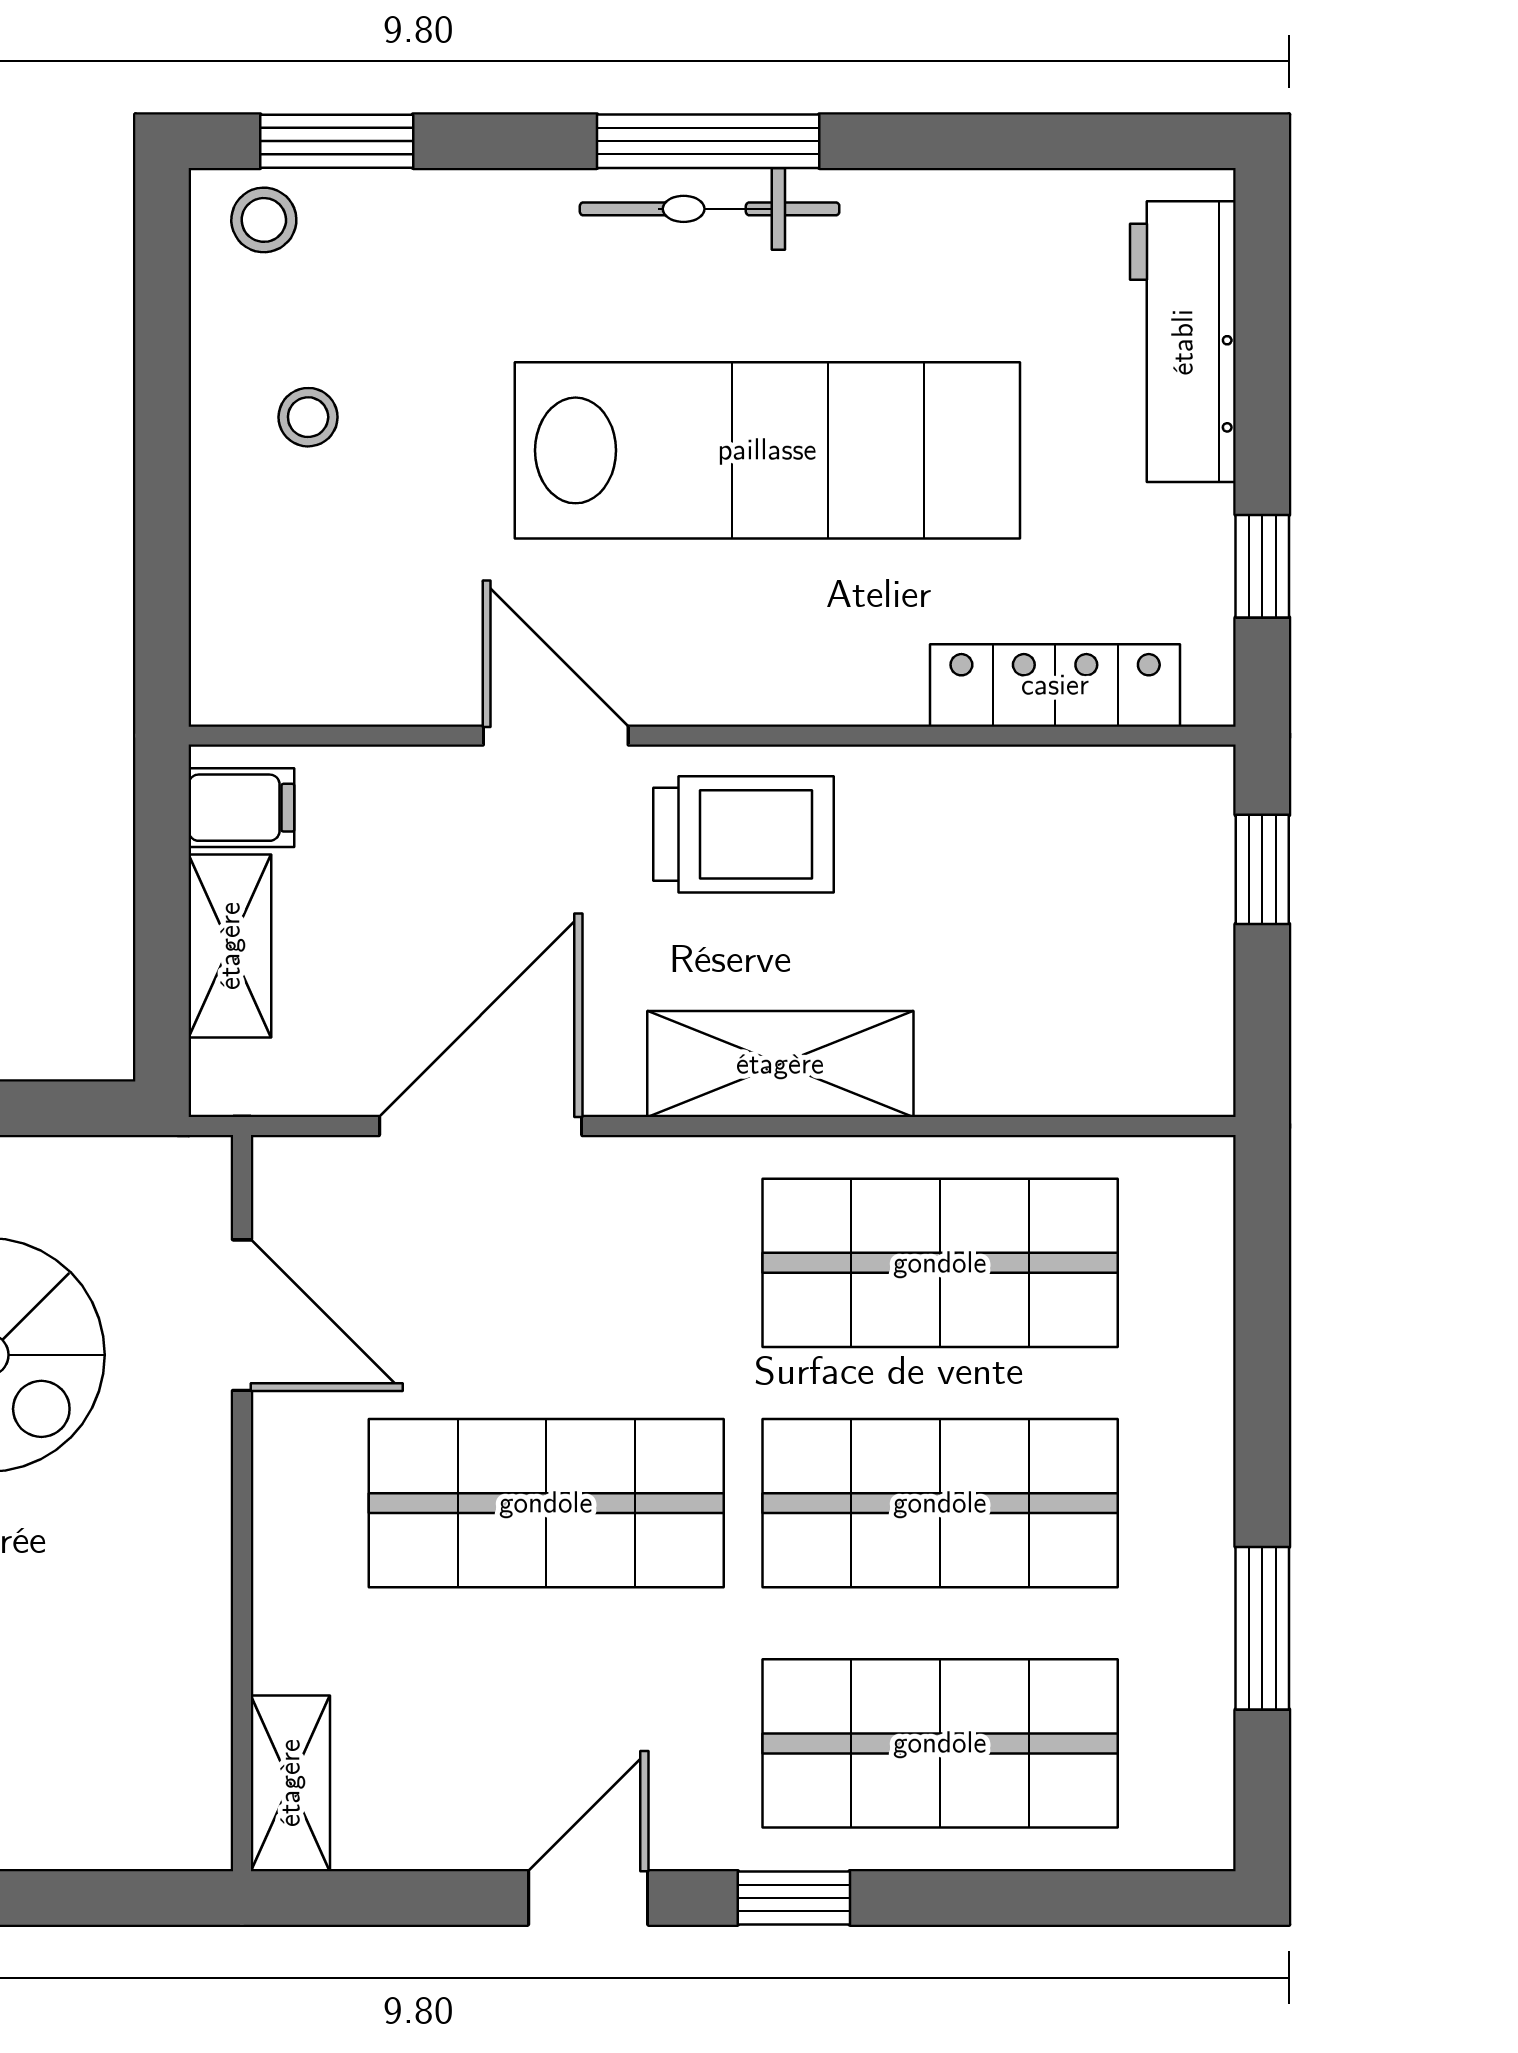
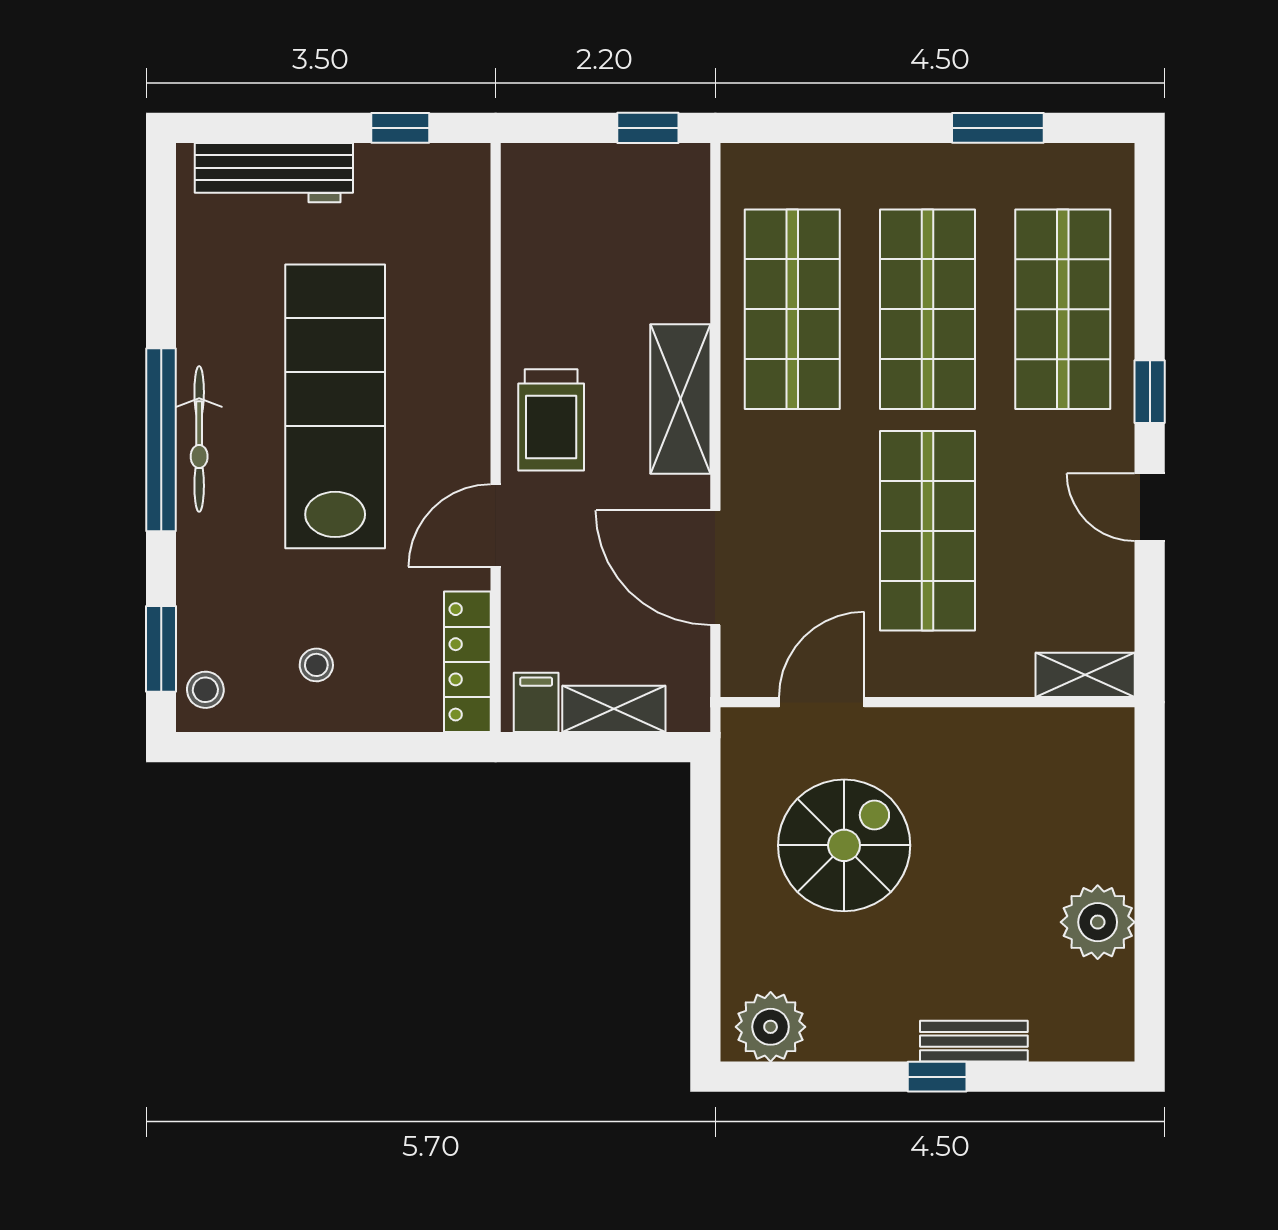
window: (708, 141) -> (161, 440), width x1.46
locker: (1055, 685) -> (467, 662), moved
trolley: (743, 834) -> (551, 420), turned 180
window: (1262, 869) -> (648, 128), moved

